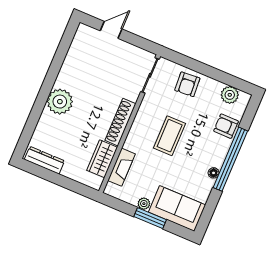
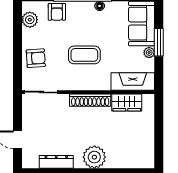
dresser: (44, 160) -> (56, 162), moved, turned 90
fireplace: (121, 167) -> (133, 81), width x1.37, depth x1.32

